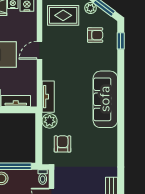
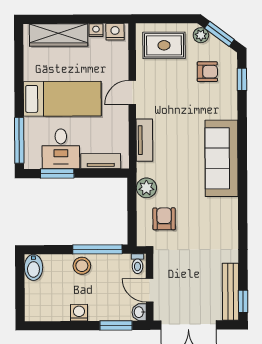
tv unit: (48, 97) -> (144, 140), moved

